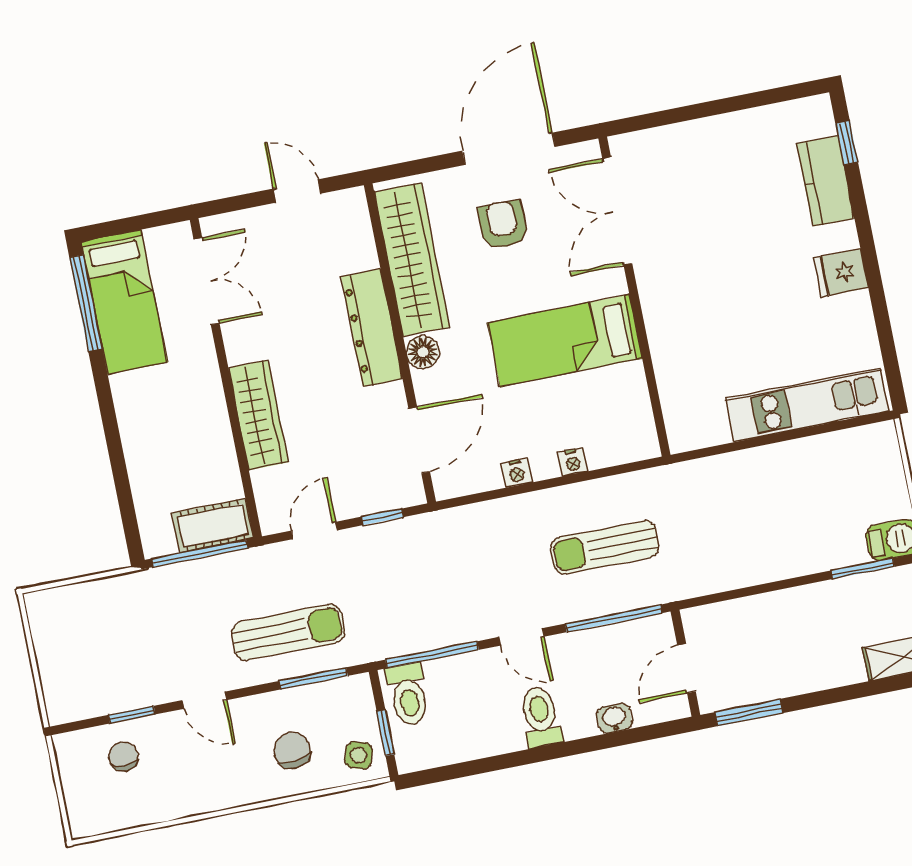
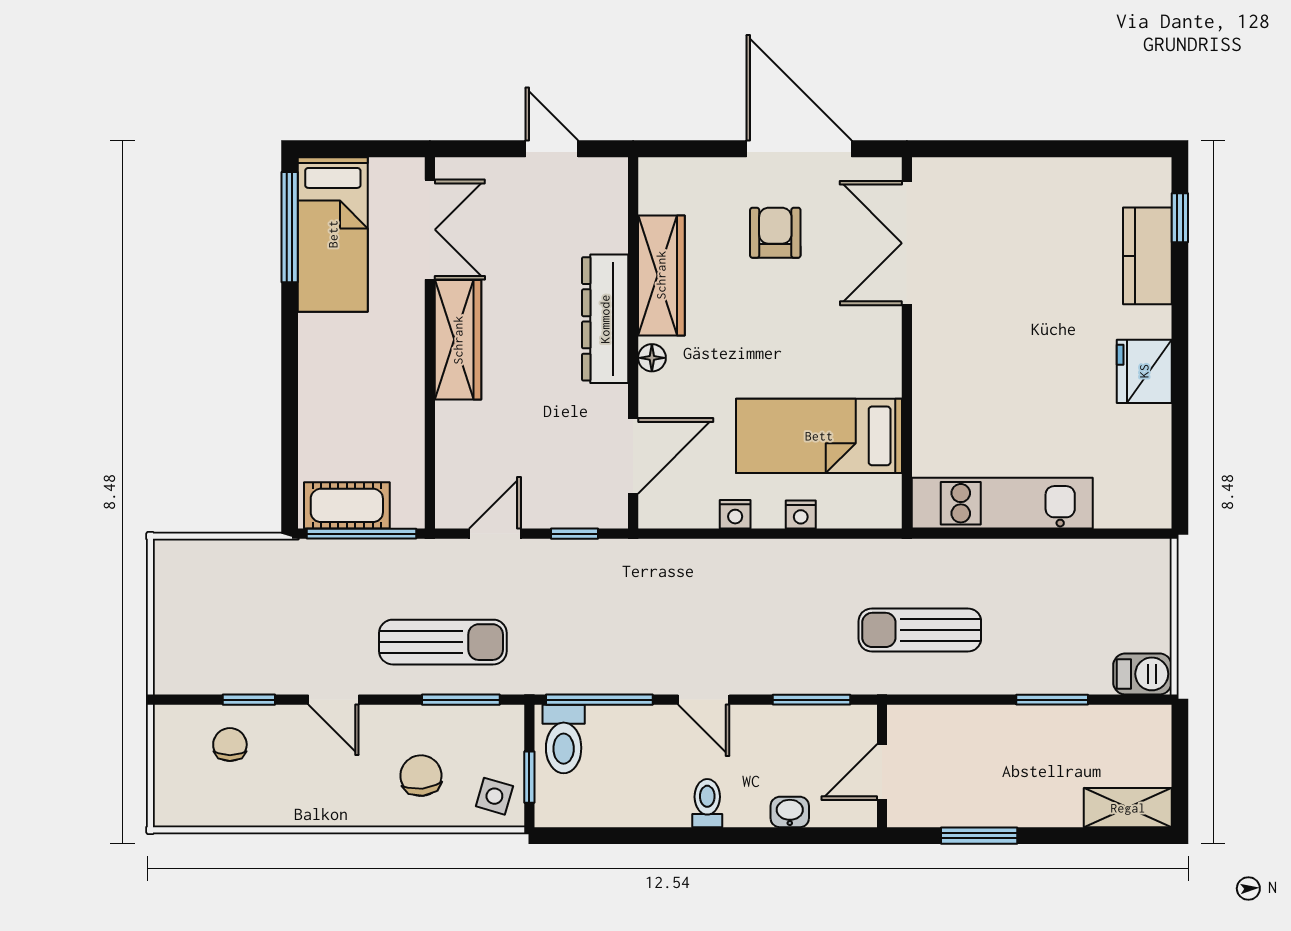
door: (509, 149) -> (799, 149), hinge flipped
wardrobe: (412, 260) -> (661, 275), width x0.71, depth x0.85
fridge: (841, 273) -> (1144, 371), width x1.38
bed: (565, 341) -> (819, 436), moved
floor lamp: (423, 352) -> (652, 358), width x0.73, depth x0.73
kitchen unit: (807, 405) -> (1002, 503), moved
wardrobe: (258, 415) -> (458, 340), moved
cot: (213, 526) -> (347, 505), moved
sun lounger: (605, 547) -> (920, 630), moved
window: (863, 569) -> (1052, 700), moved
window: (614, 618) -> (812, 700), width x0.69
window: (749, 713) -> (979, 836), moved
toilet: (541, 717) -> (707, 803), width x0.73, depth x0.72

